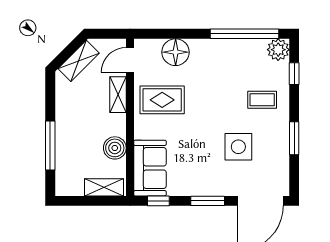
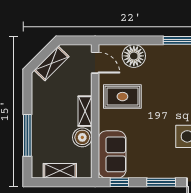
door: (130, 60) -> (95, 63), swing flipped
shelving: (118, 95) -> (85, 111), moved
shelving: (104, 187) -> (60, 171), moved

